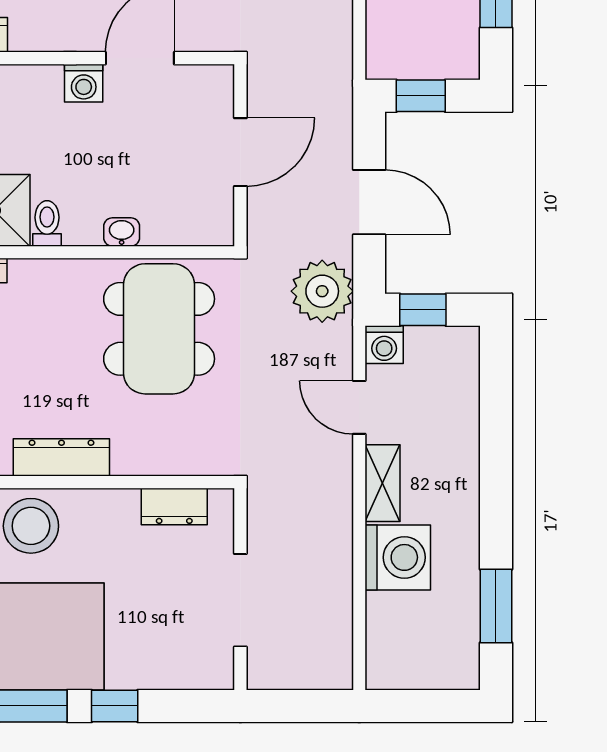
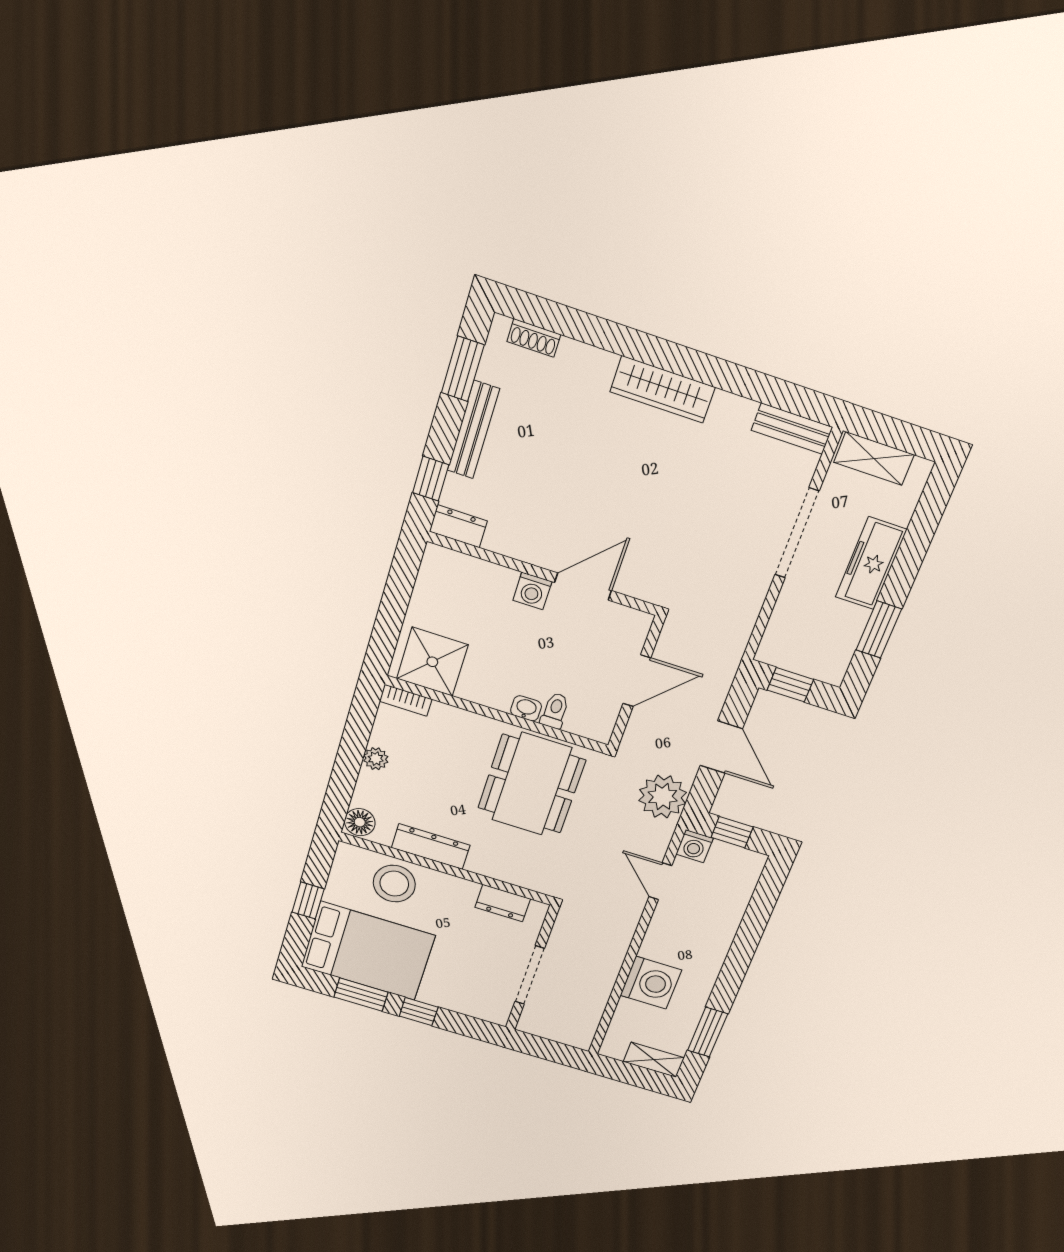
toilet: (47, 223) -> (555, 711), moved
shelving: (382, 483) -> (654, 1060), moved, turned 90

